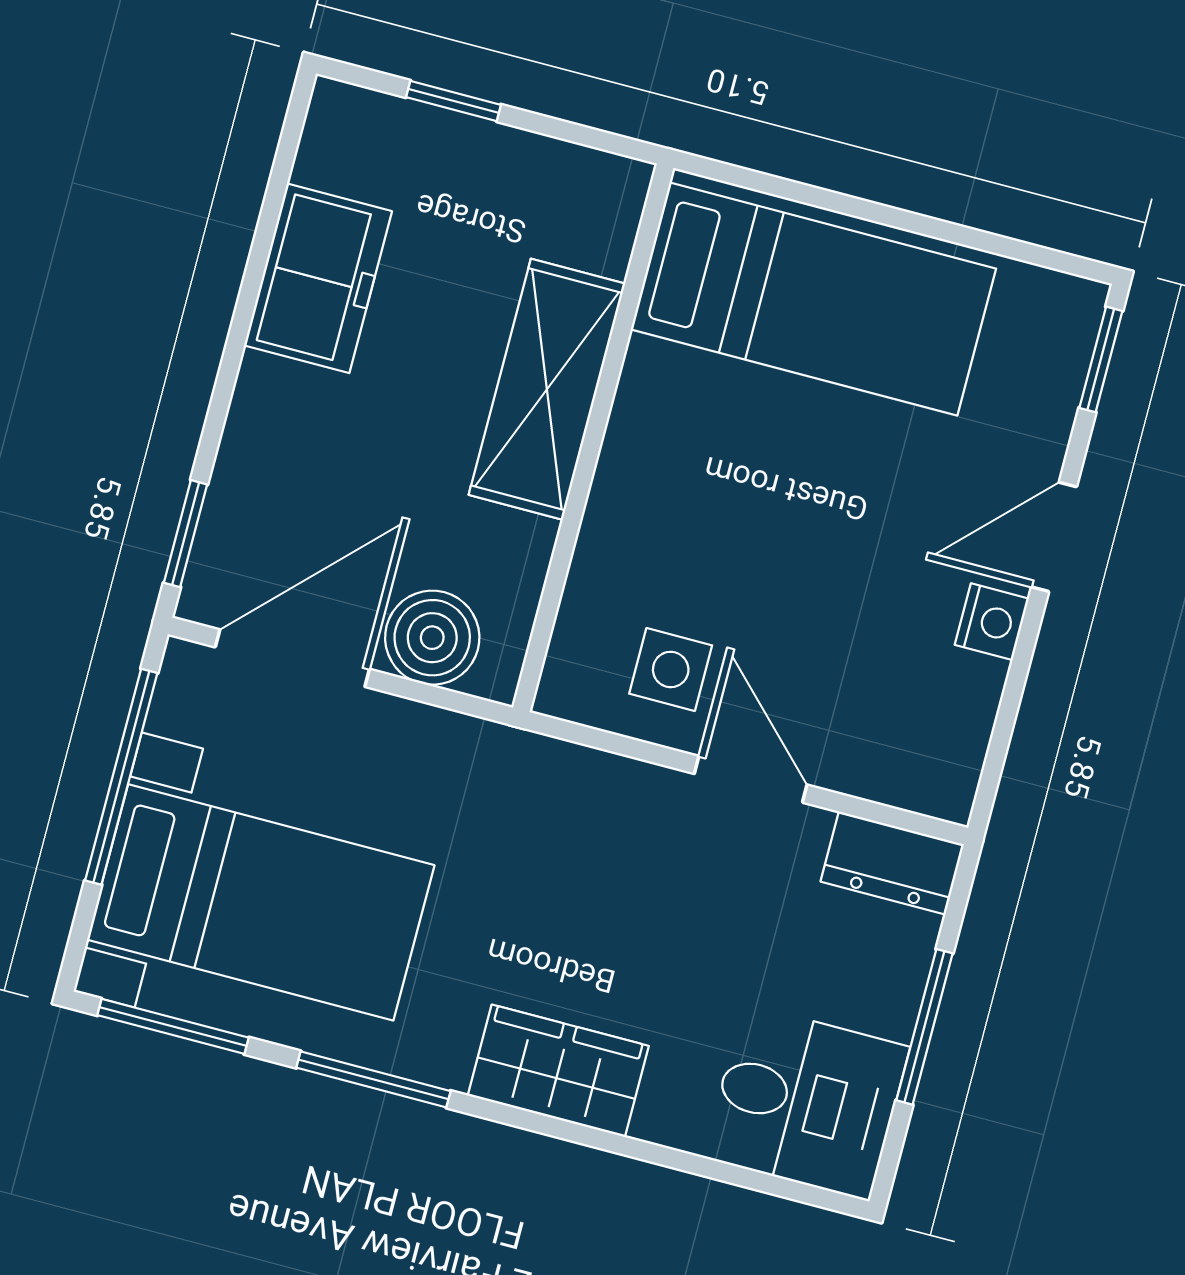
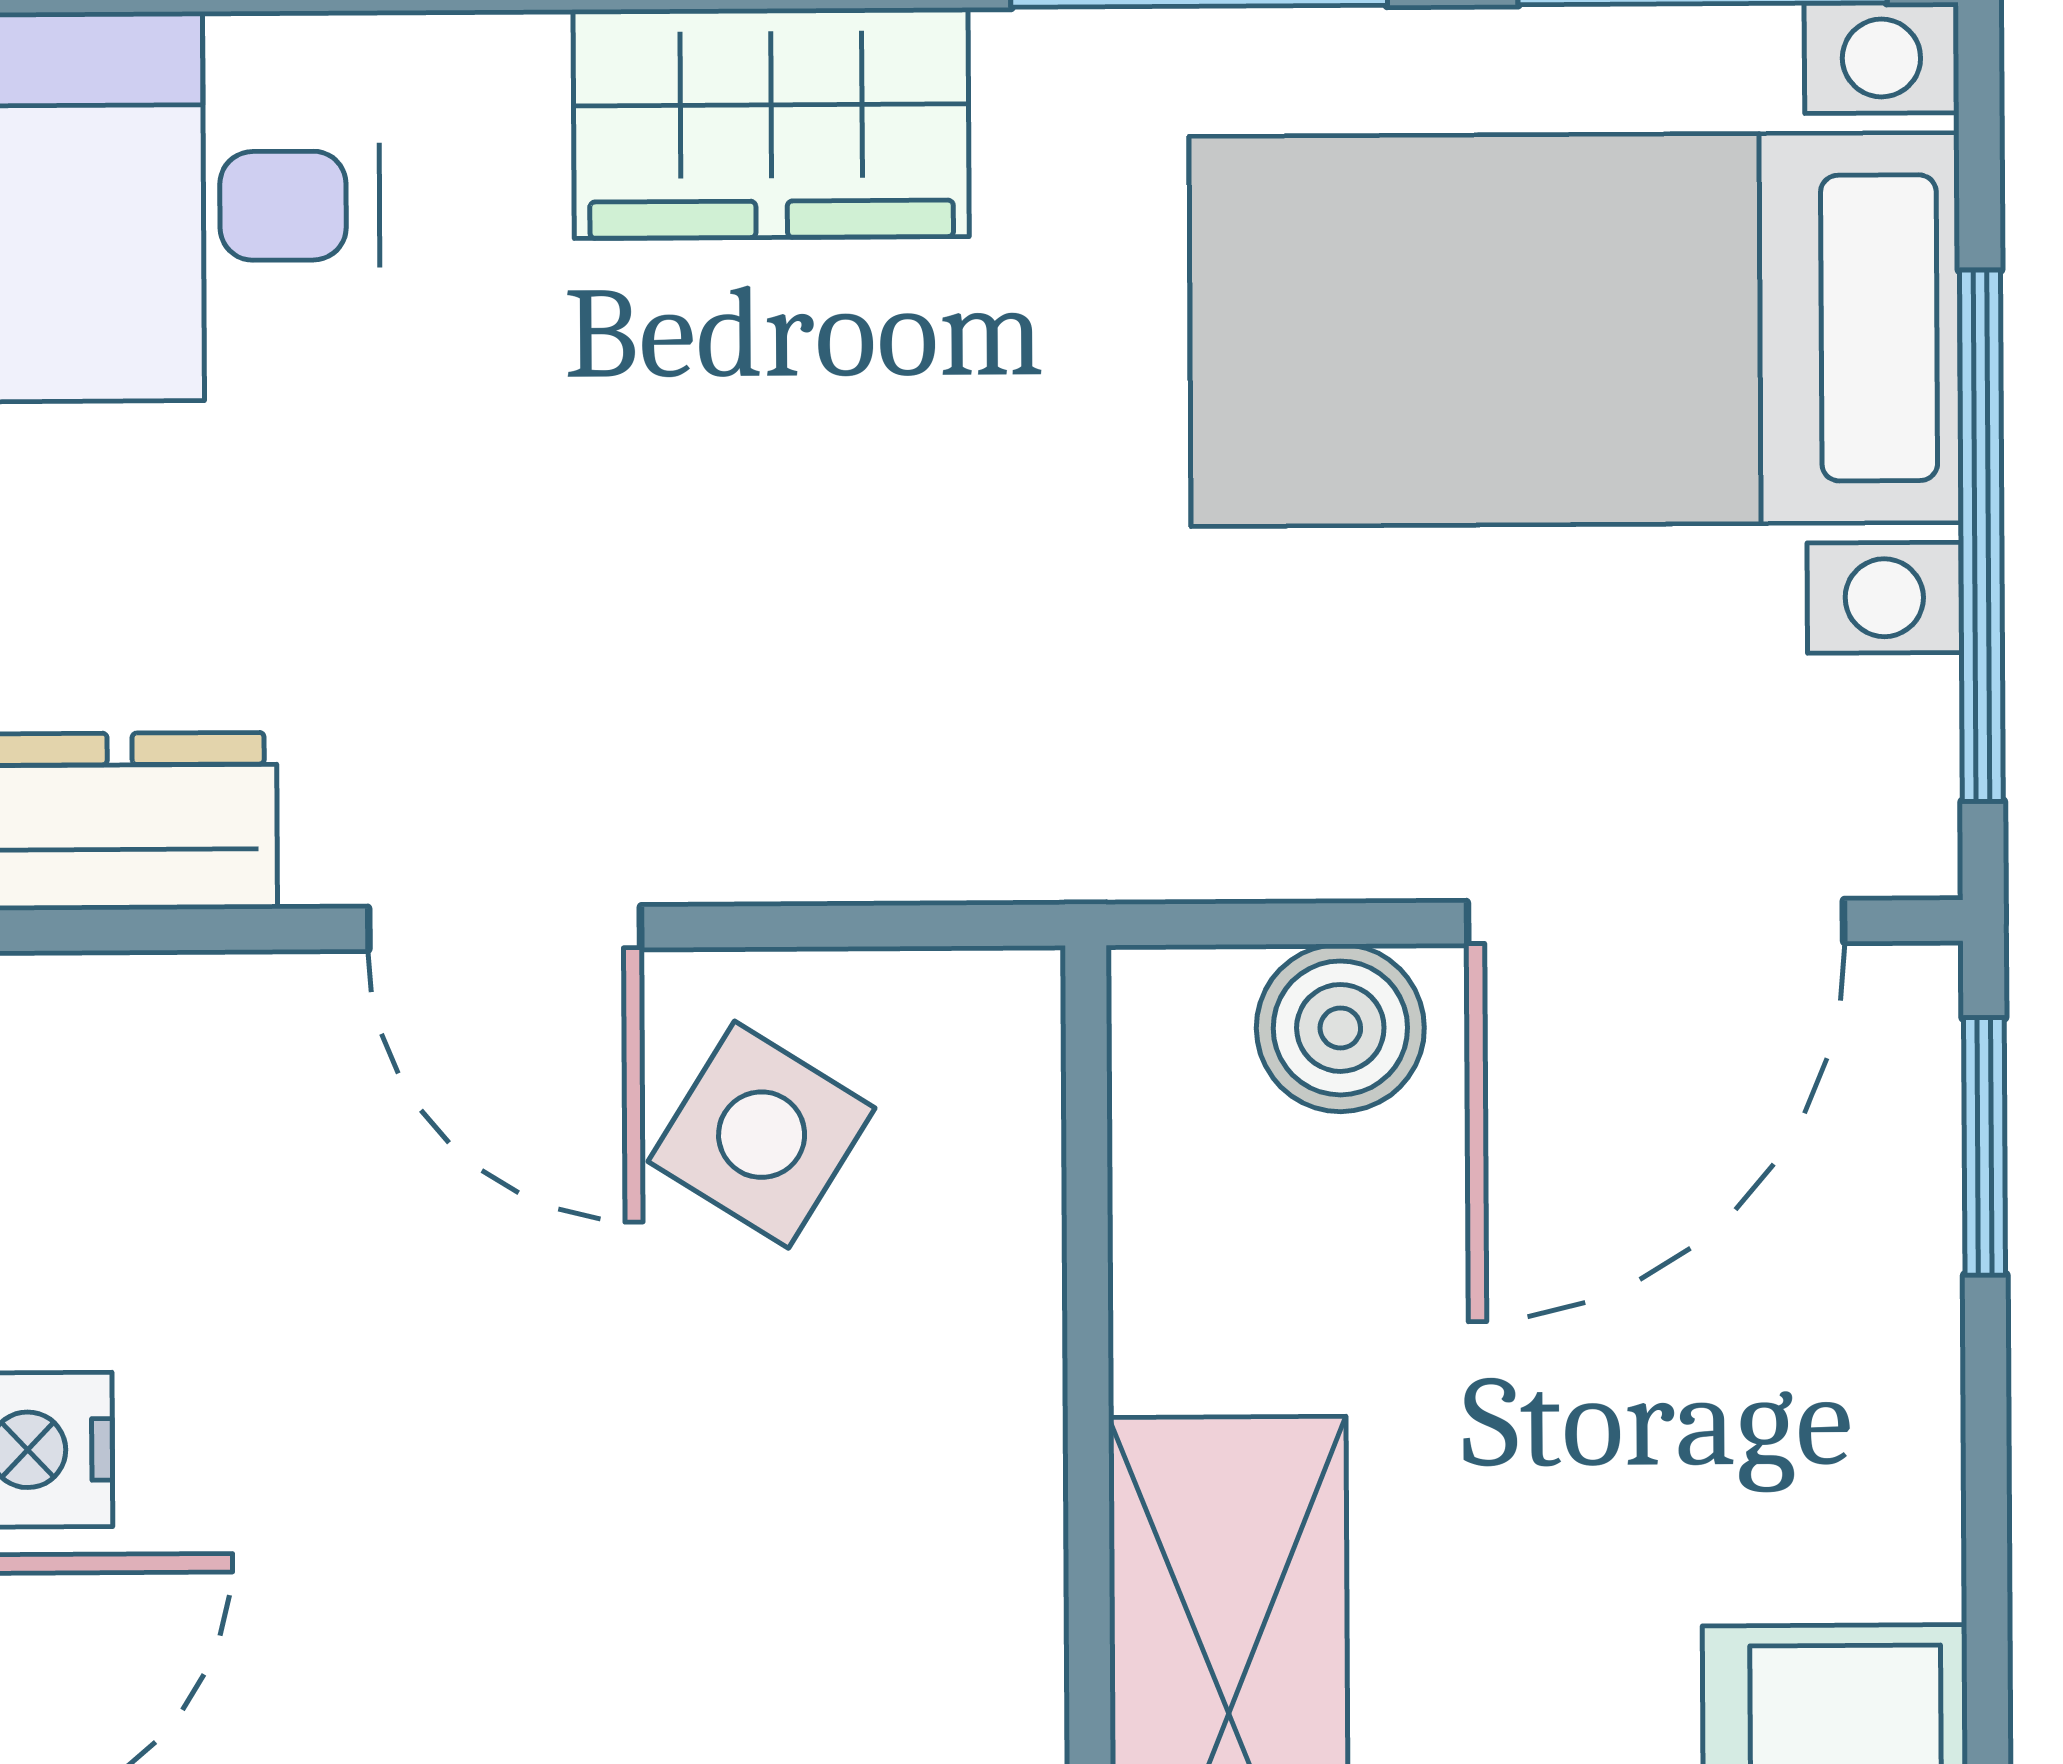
boiler: (432, 638) -> (1340, 1028), width x0.73, depth x0.73
side table: (671, 669) -> (762, 1135), turned 32

